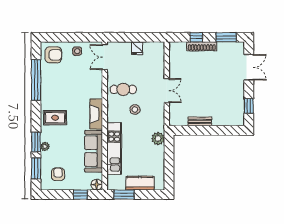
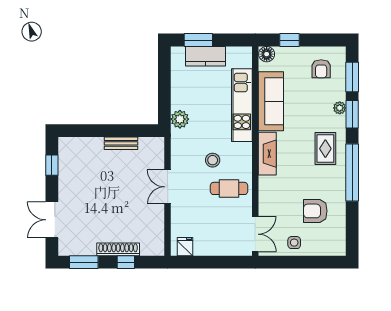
fridge: (137, 48) -> (185, 247), moved
armchair: (53, 55) -> (315, 211), moved
window: (36, 80) -> (352, 172), moved
rug: (55, 118) -> (325, 149), turned 90
window: (124, 195) -> (198, 40), moved

